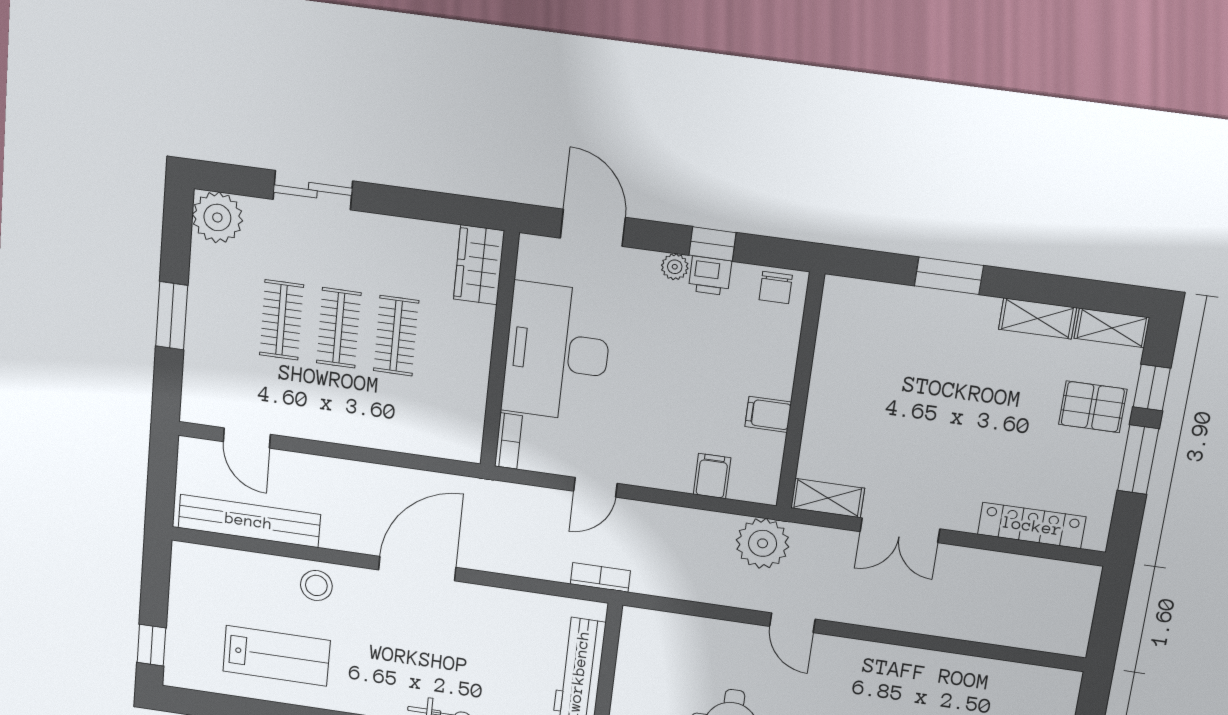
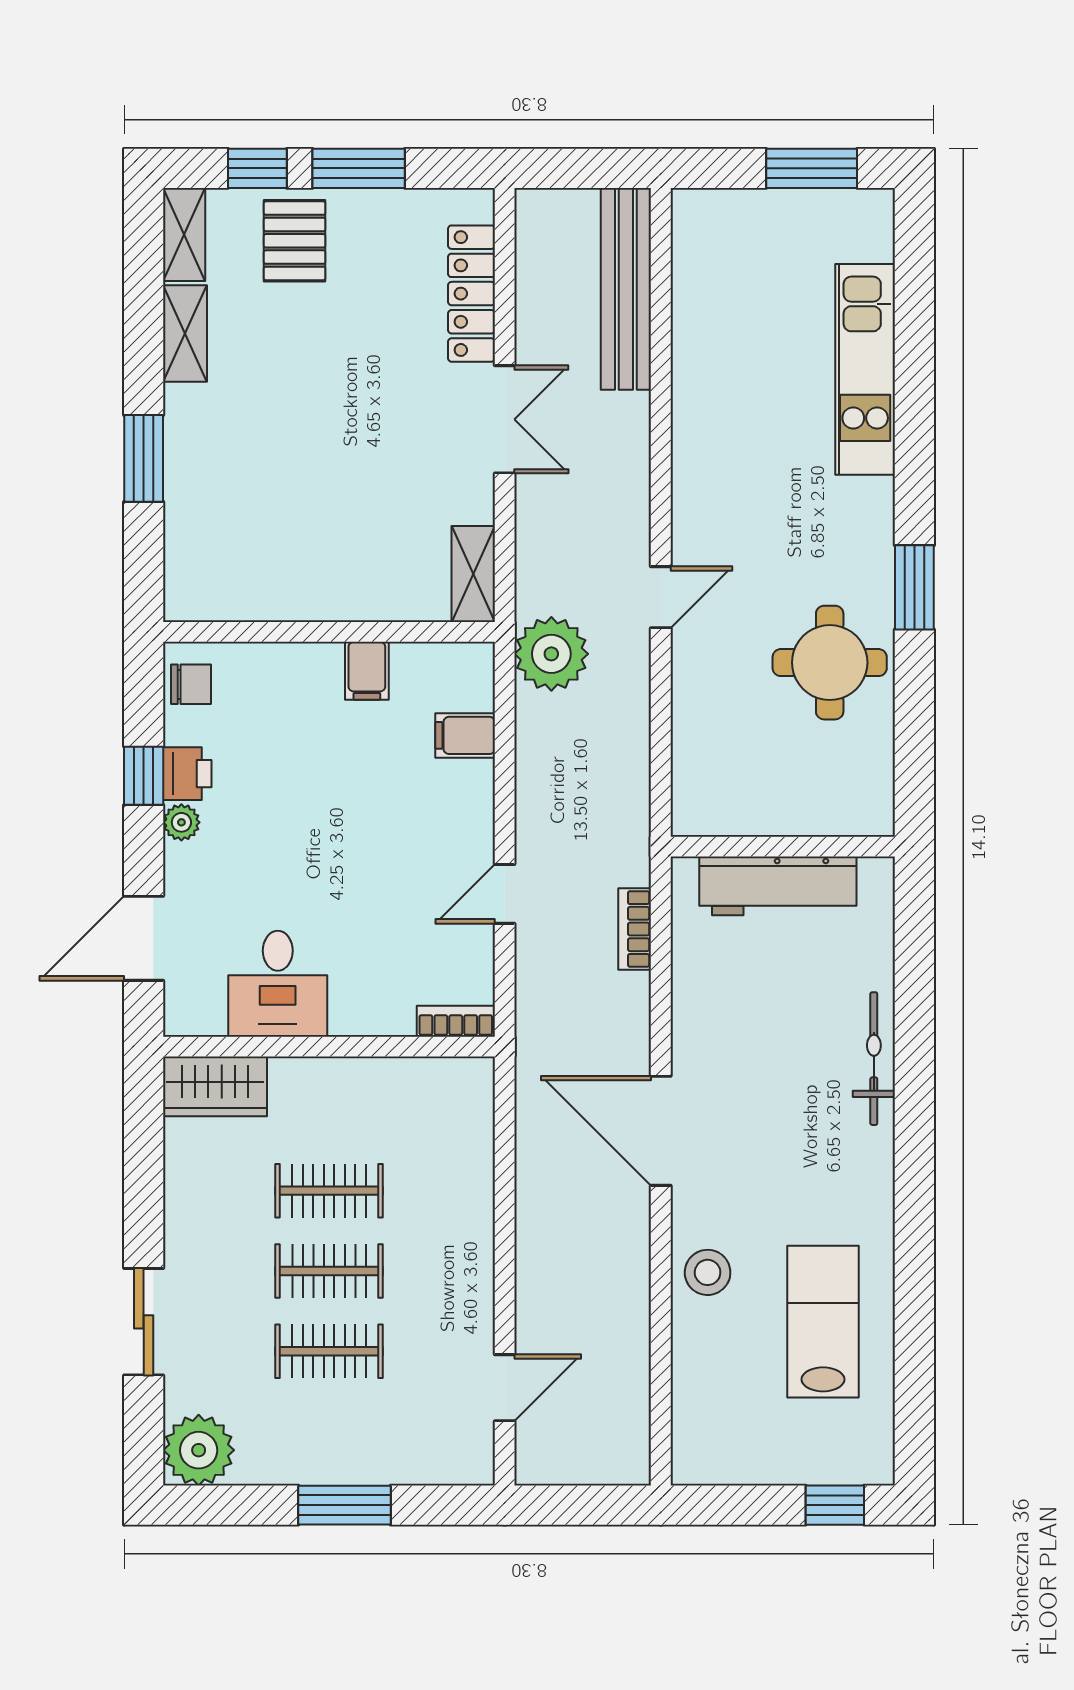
desk: (557, 352) -> (278, 984), width x0.53, depth x0.77
door: (595, 487) -> (505, 894), swing flipped
bench: (249, 521) -> (626, 289), moved
double door: (900, 530) -> (505, 419), moved
bookcase: (600, 577) -> (635, 929), moved

